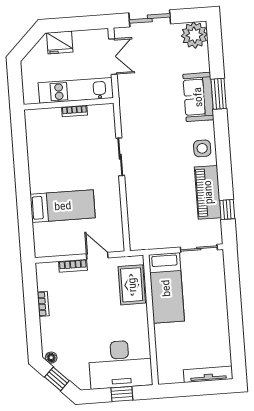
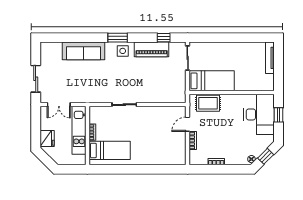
plant: (194, 35) -> (49, 51), removed
double door: (113, 57) -> (59, 105), swing flipped
window: (219, 94) -> (118, 38), moved
sofa: (198, 97) -> (83, 51), width x1.36
bed: (63, 206) -> (110, 150), moved, turned 90

